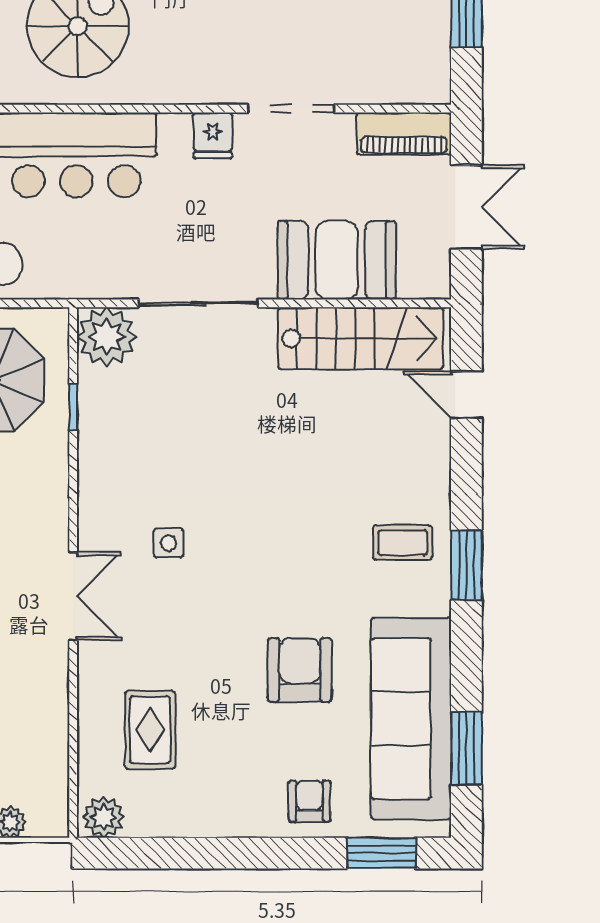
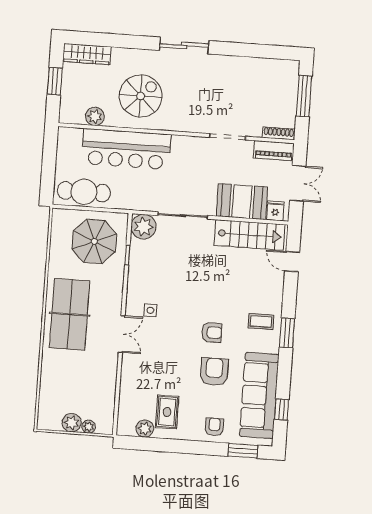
shoe rack: (413, 92) -> (279, 133), added
fridge: (213, 135) -> (275, 211), moved, turned 180
side table: (168, 543) -> (150, 310), moved
armchair: (287, 577) -> (212, 332), added
rug: (150, 730) -> (167, 412), moved
window: (466, 748) -> (282, 409), width x0.67
plant: (104, 817) -> (145, 429), moved

